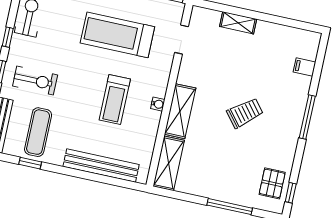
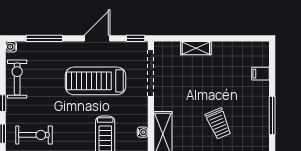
doorway: (182, 40) -> (151, 73), width x1.88
trolley: (245, 113) -> (218, 124), turned 106

